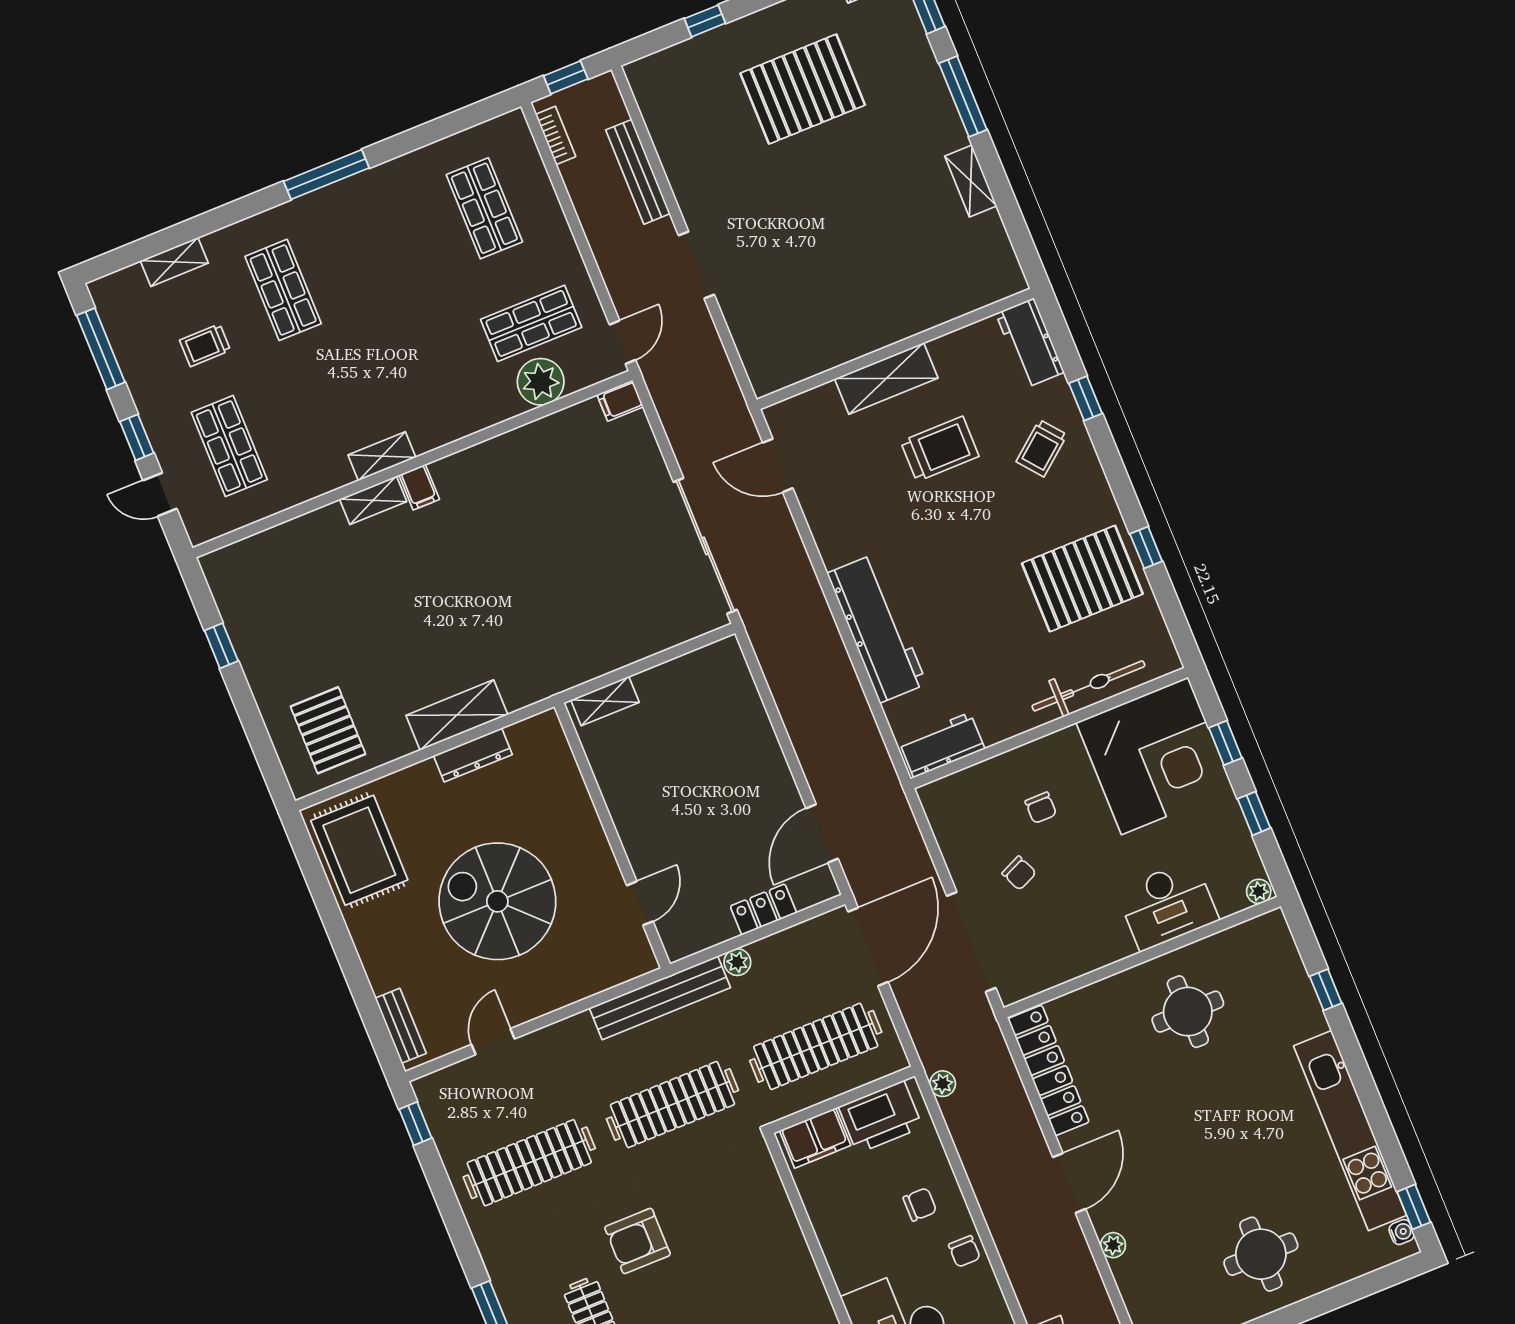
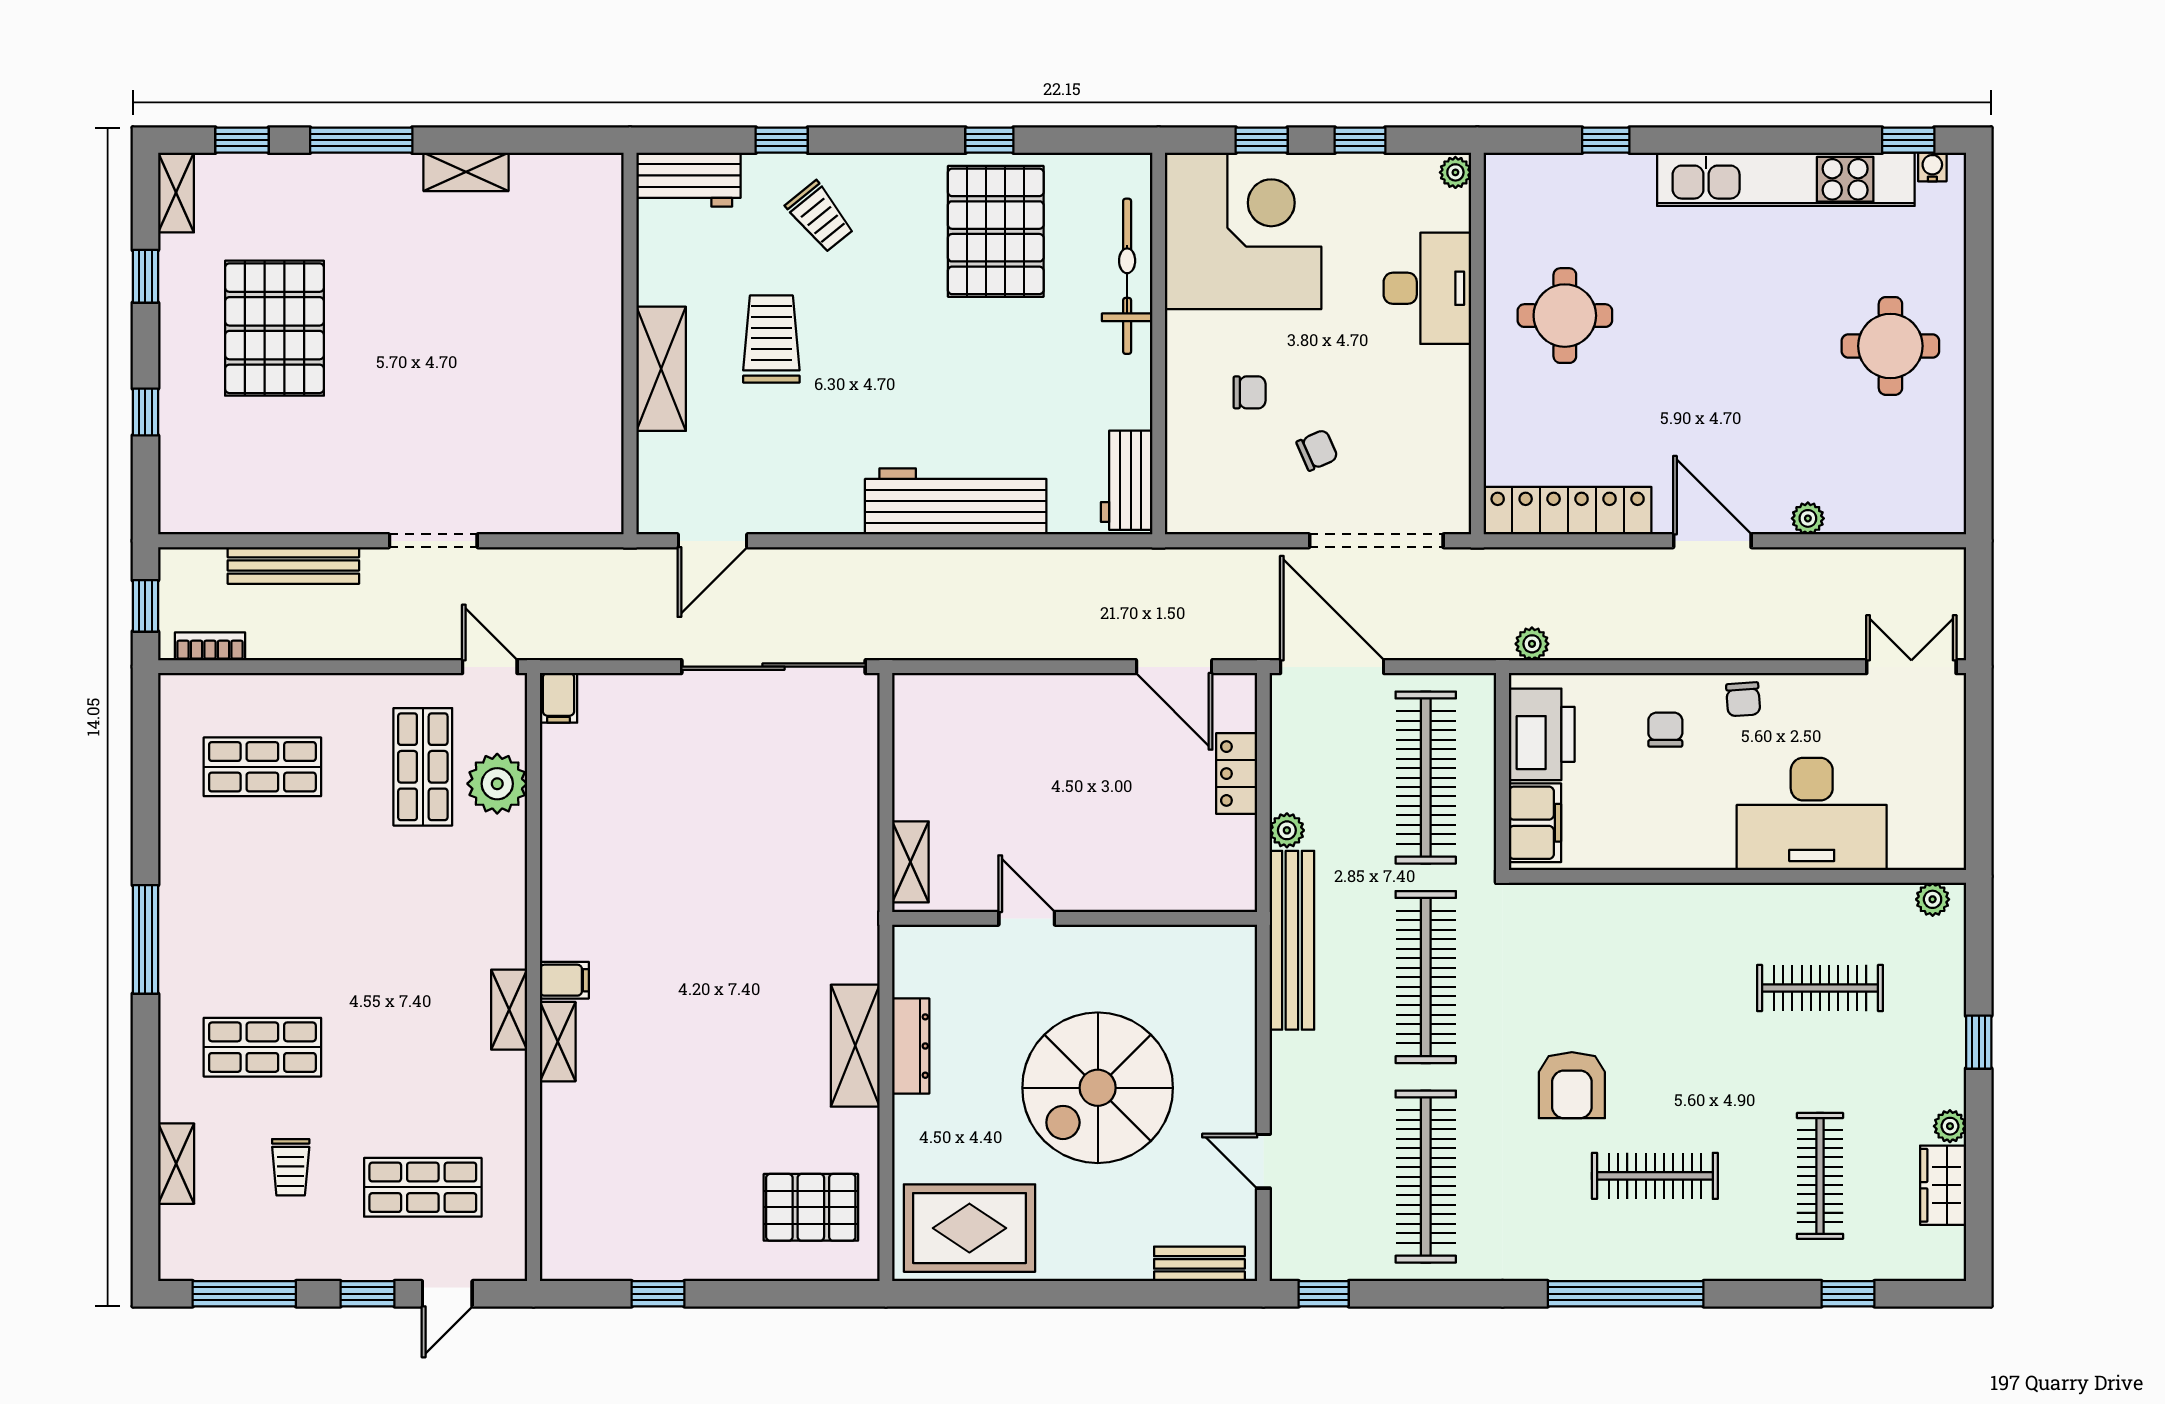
door: (640, 903) -> (1027, 918), moved
chair: (964, 1251) -> (1743, 699), turned 86

